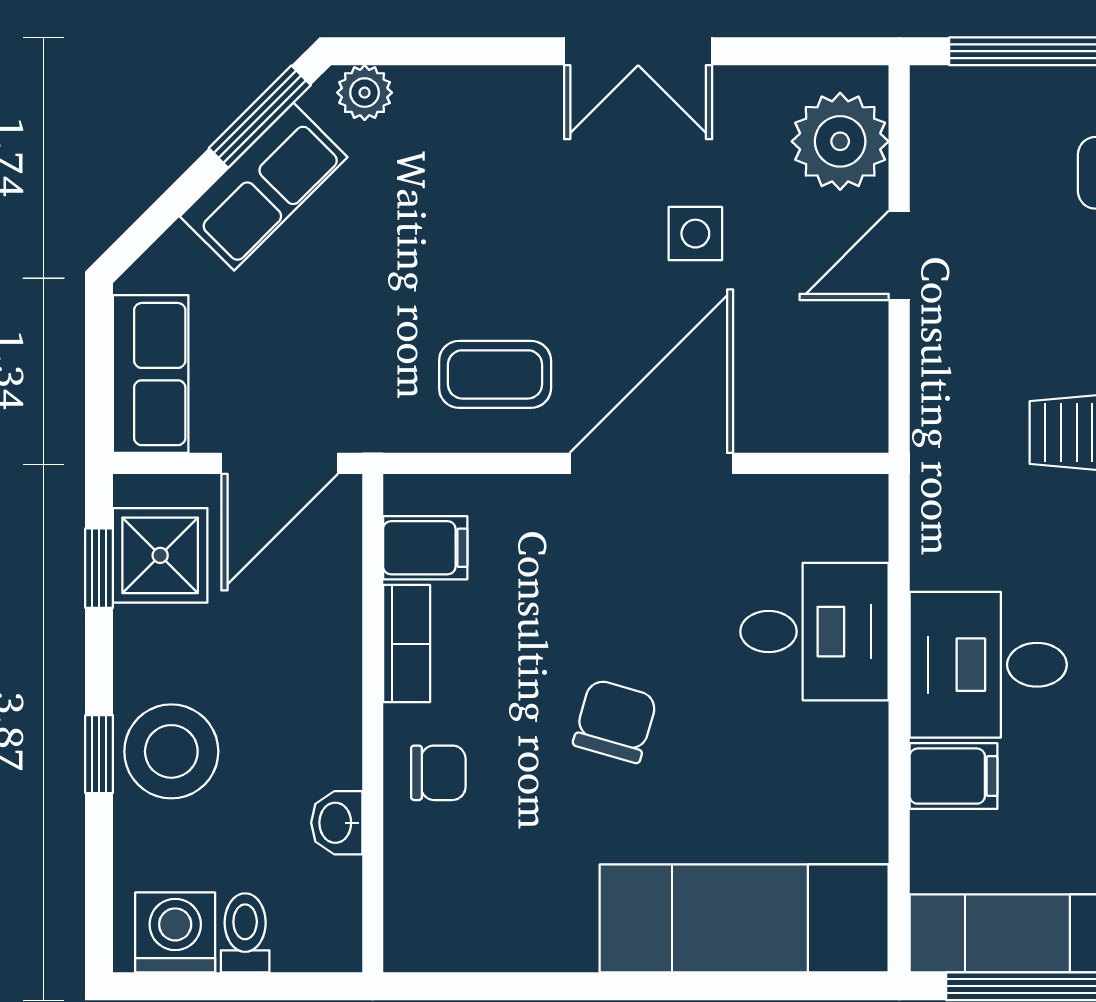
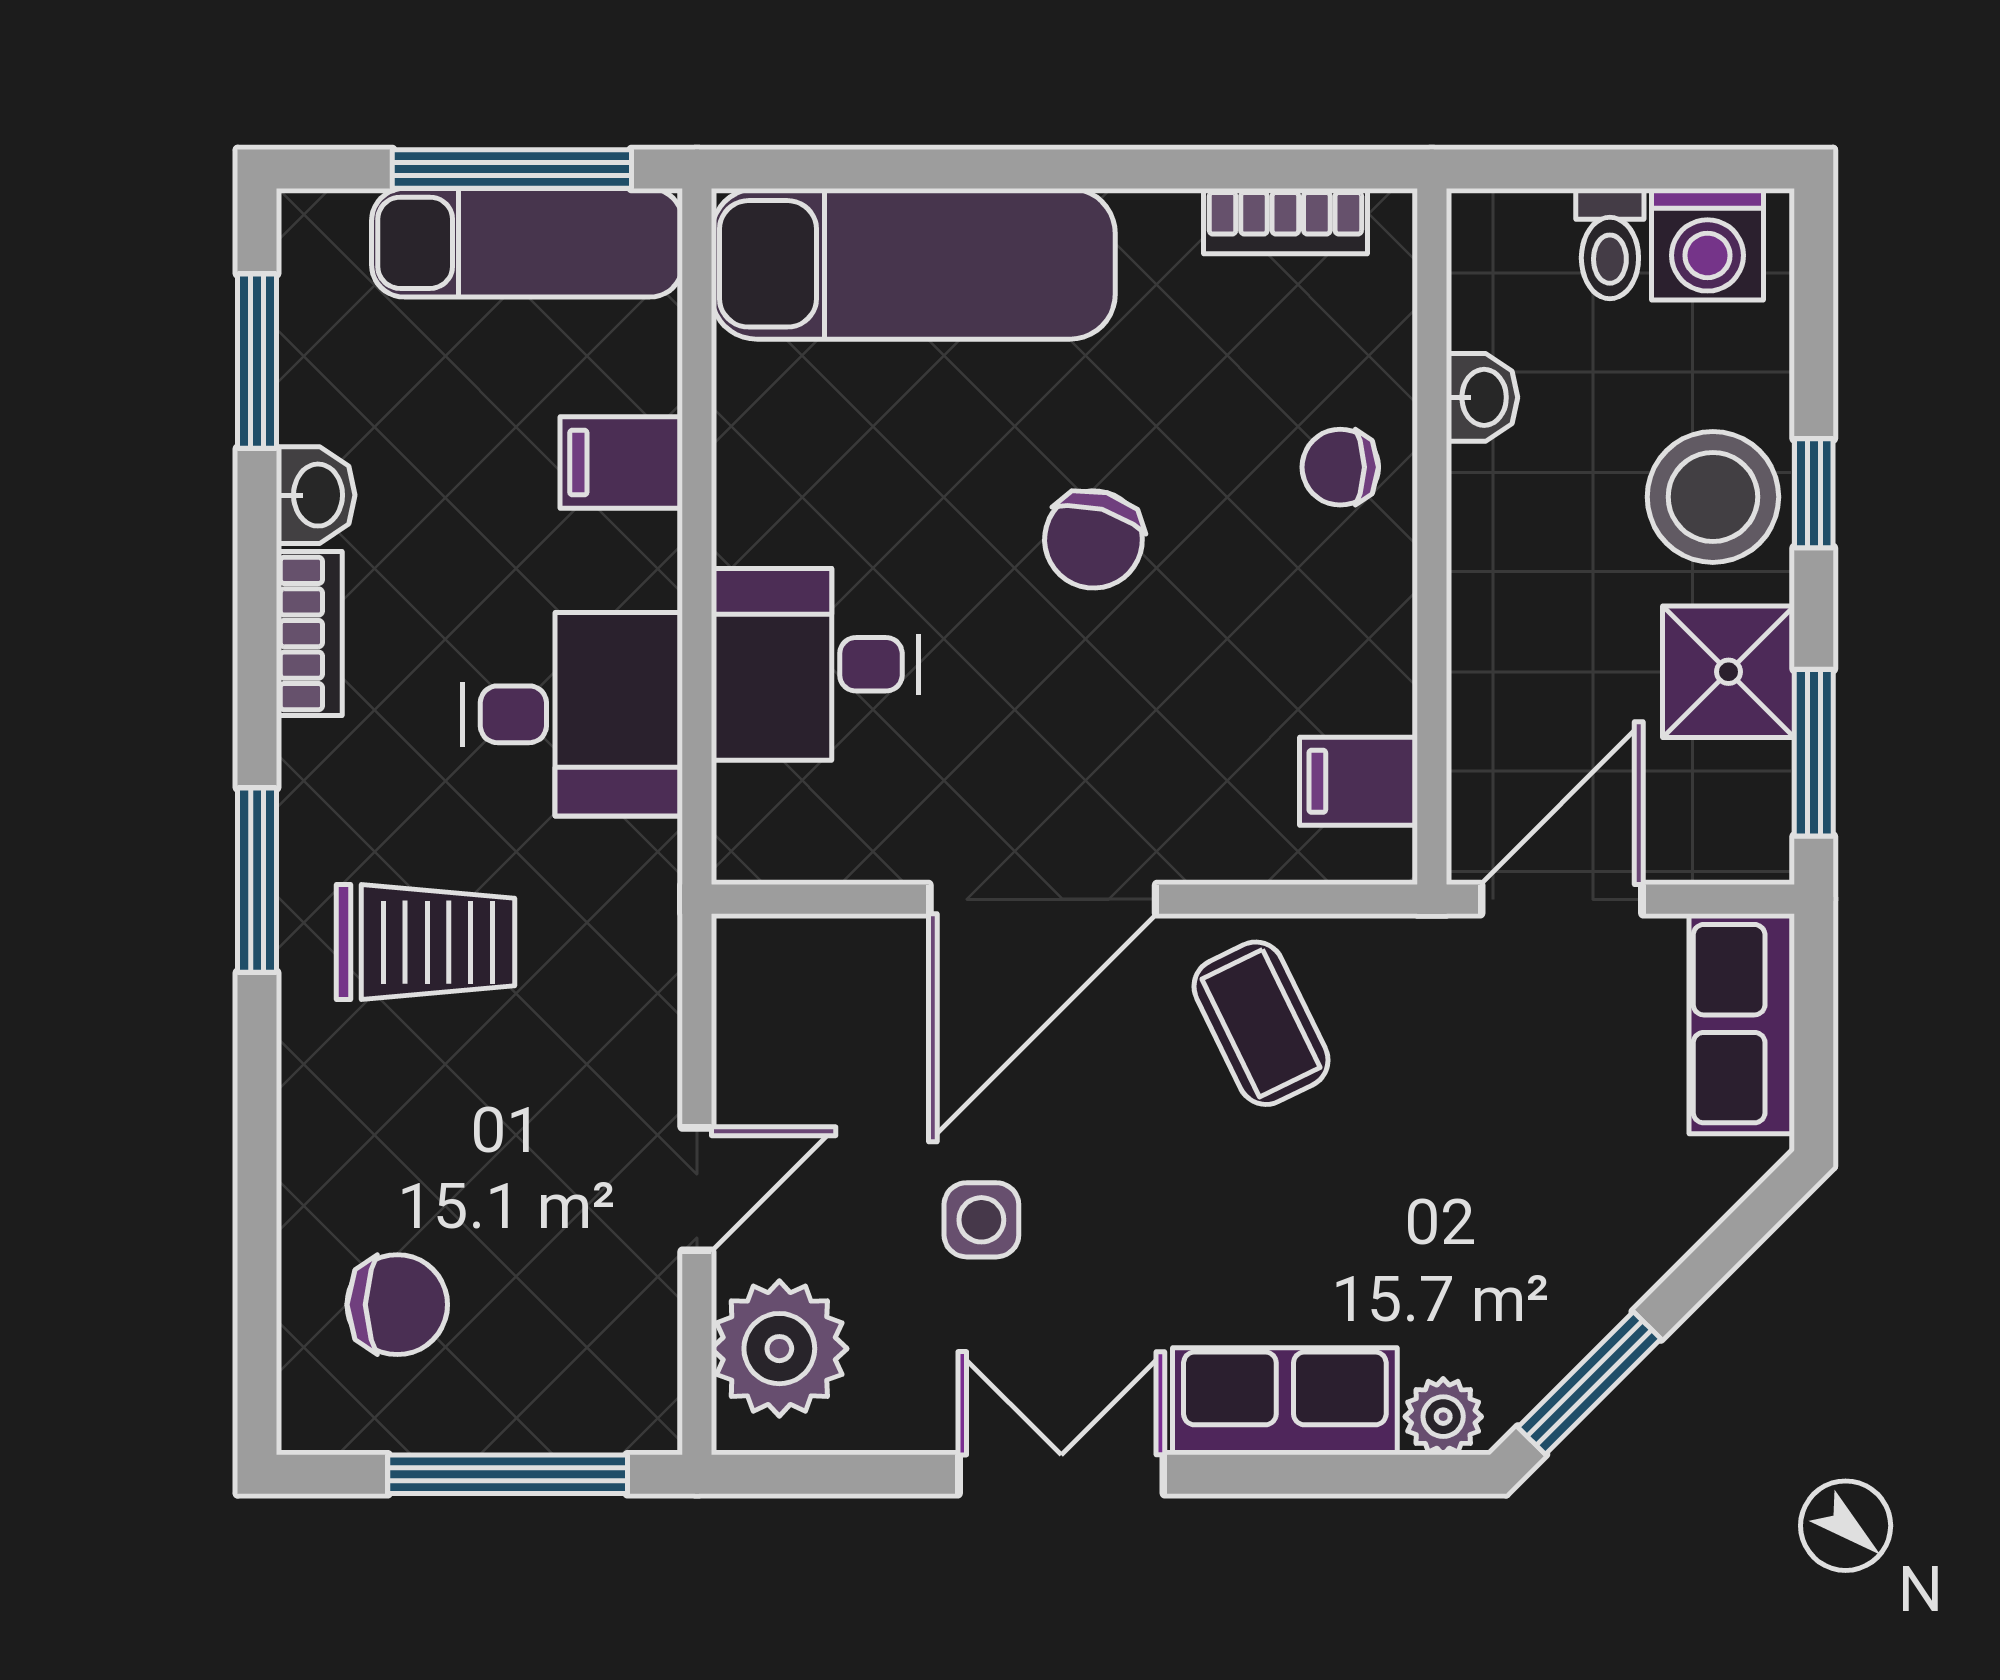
row of seats: (264, 187) -> (1285, 1401), moved, turned 45
coffee table: (495, 374) -> (1261, 1023), turned 64
shower: (160, 555) -> (1728, 672), moved
window: (99, 568) -> (1814, 753), width x1.50
bookcase: (407, 644) -> (1285, 221), moved, turned -90
desk: (988, 665) -> (573, 714), moved

